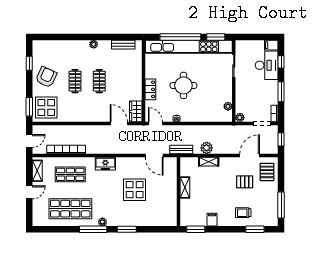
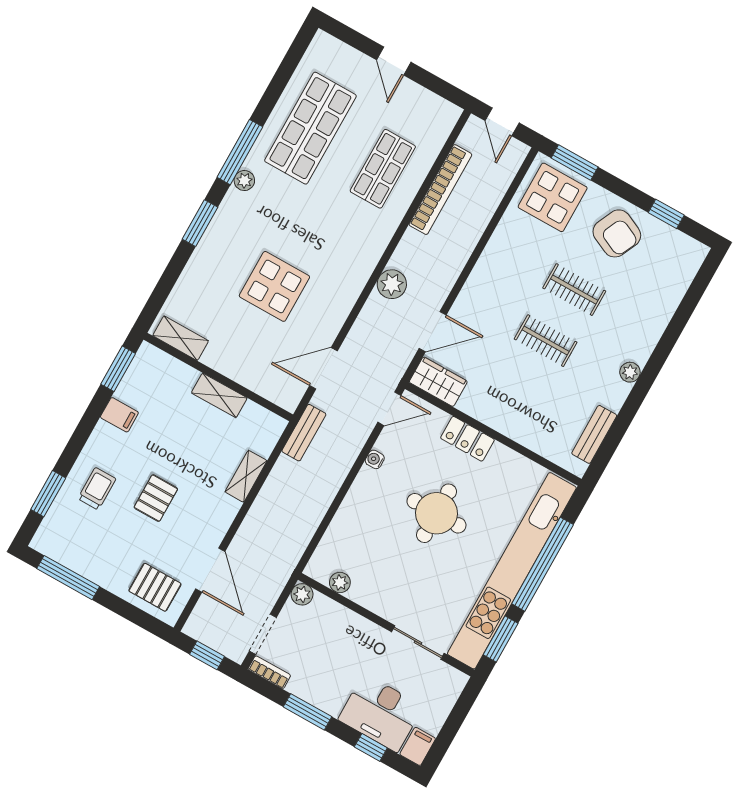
plant: (207, 148) -> (392, 284), moved
freezer: (105, 164) -> (364, 256), removed
shelving: (37, 171) -> (181, 338), moved
pallet: (245, 182) -> (156, 498), moved

